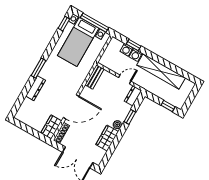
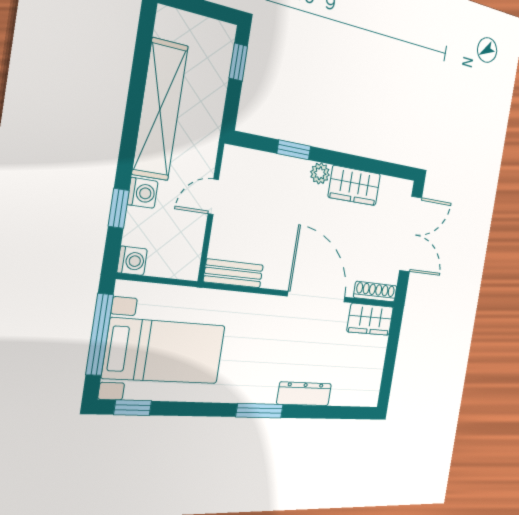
washing machine: (126, 50) -> (132, 261), moved
door: (125, 79) -> (213, 197), hinge flipped
dresser: (133, 96) -> (244, 161), removed

